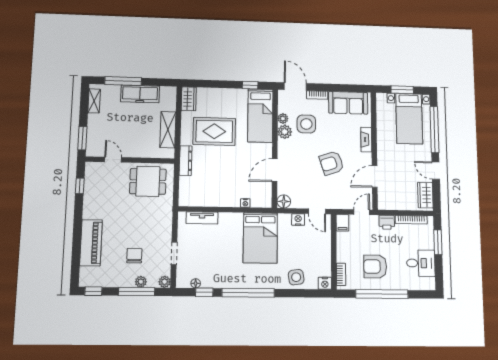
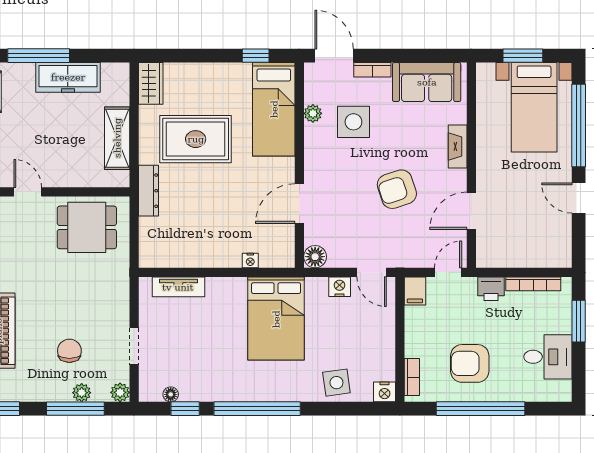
plant: (285, 132) -> (316, 136), removed
wardrobe: (425, 195) -> (559, 241), removed

